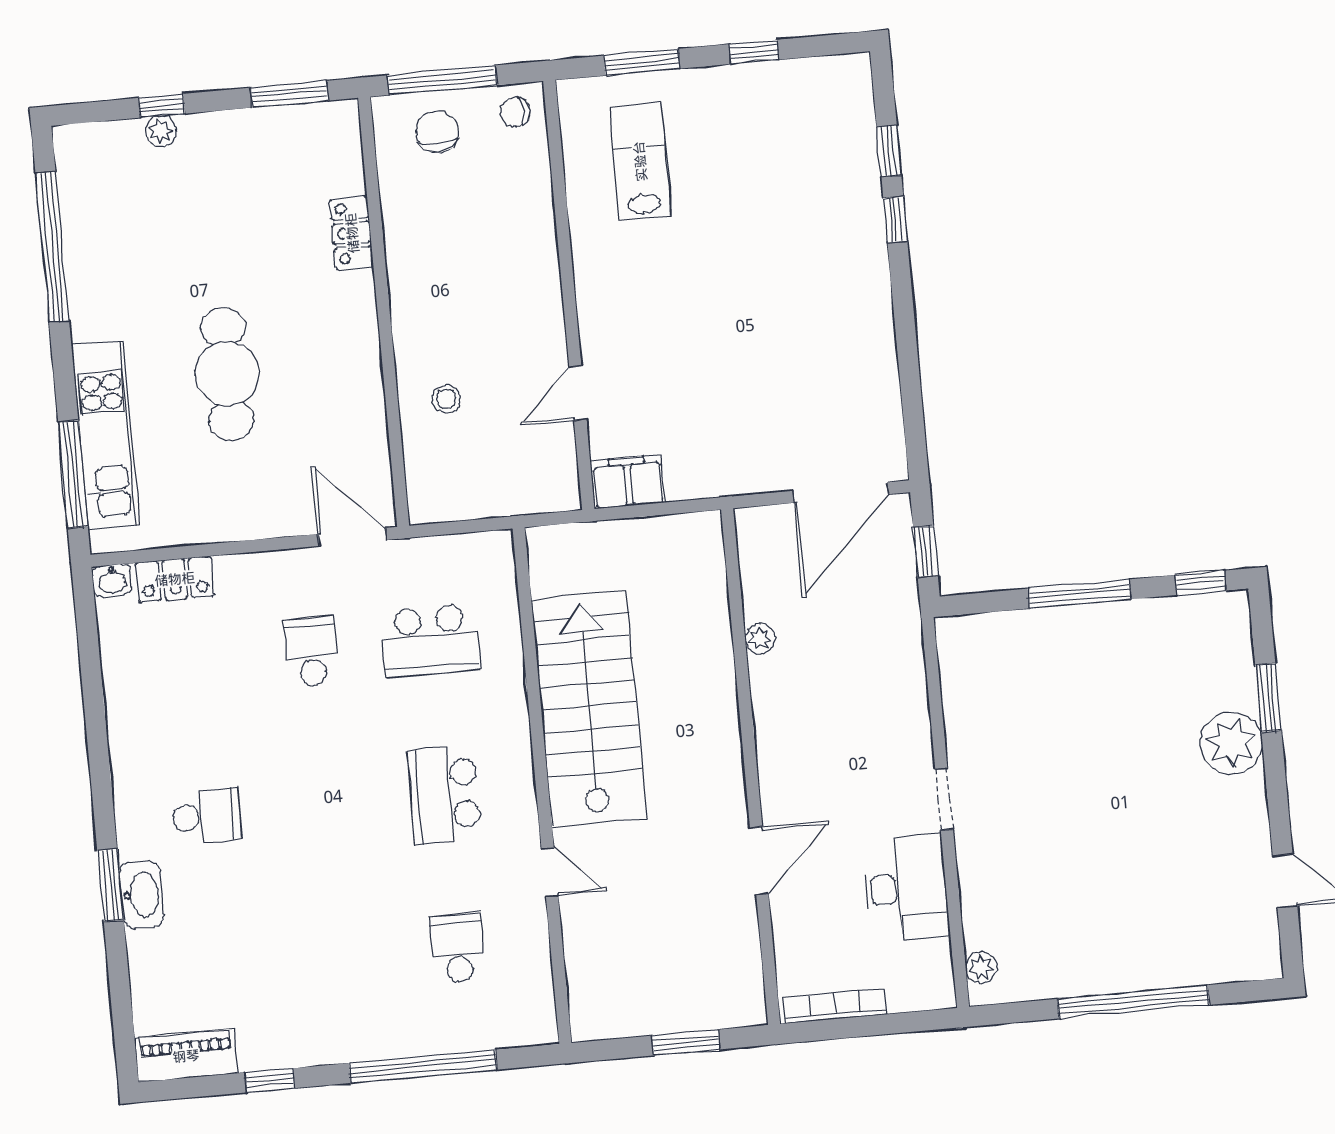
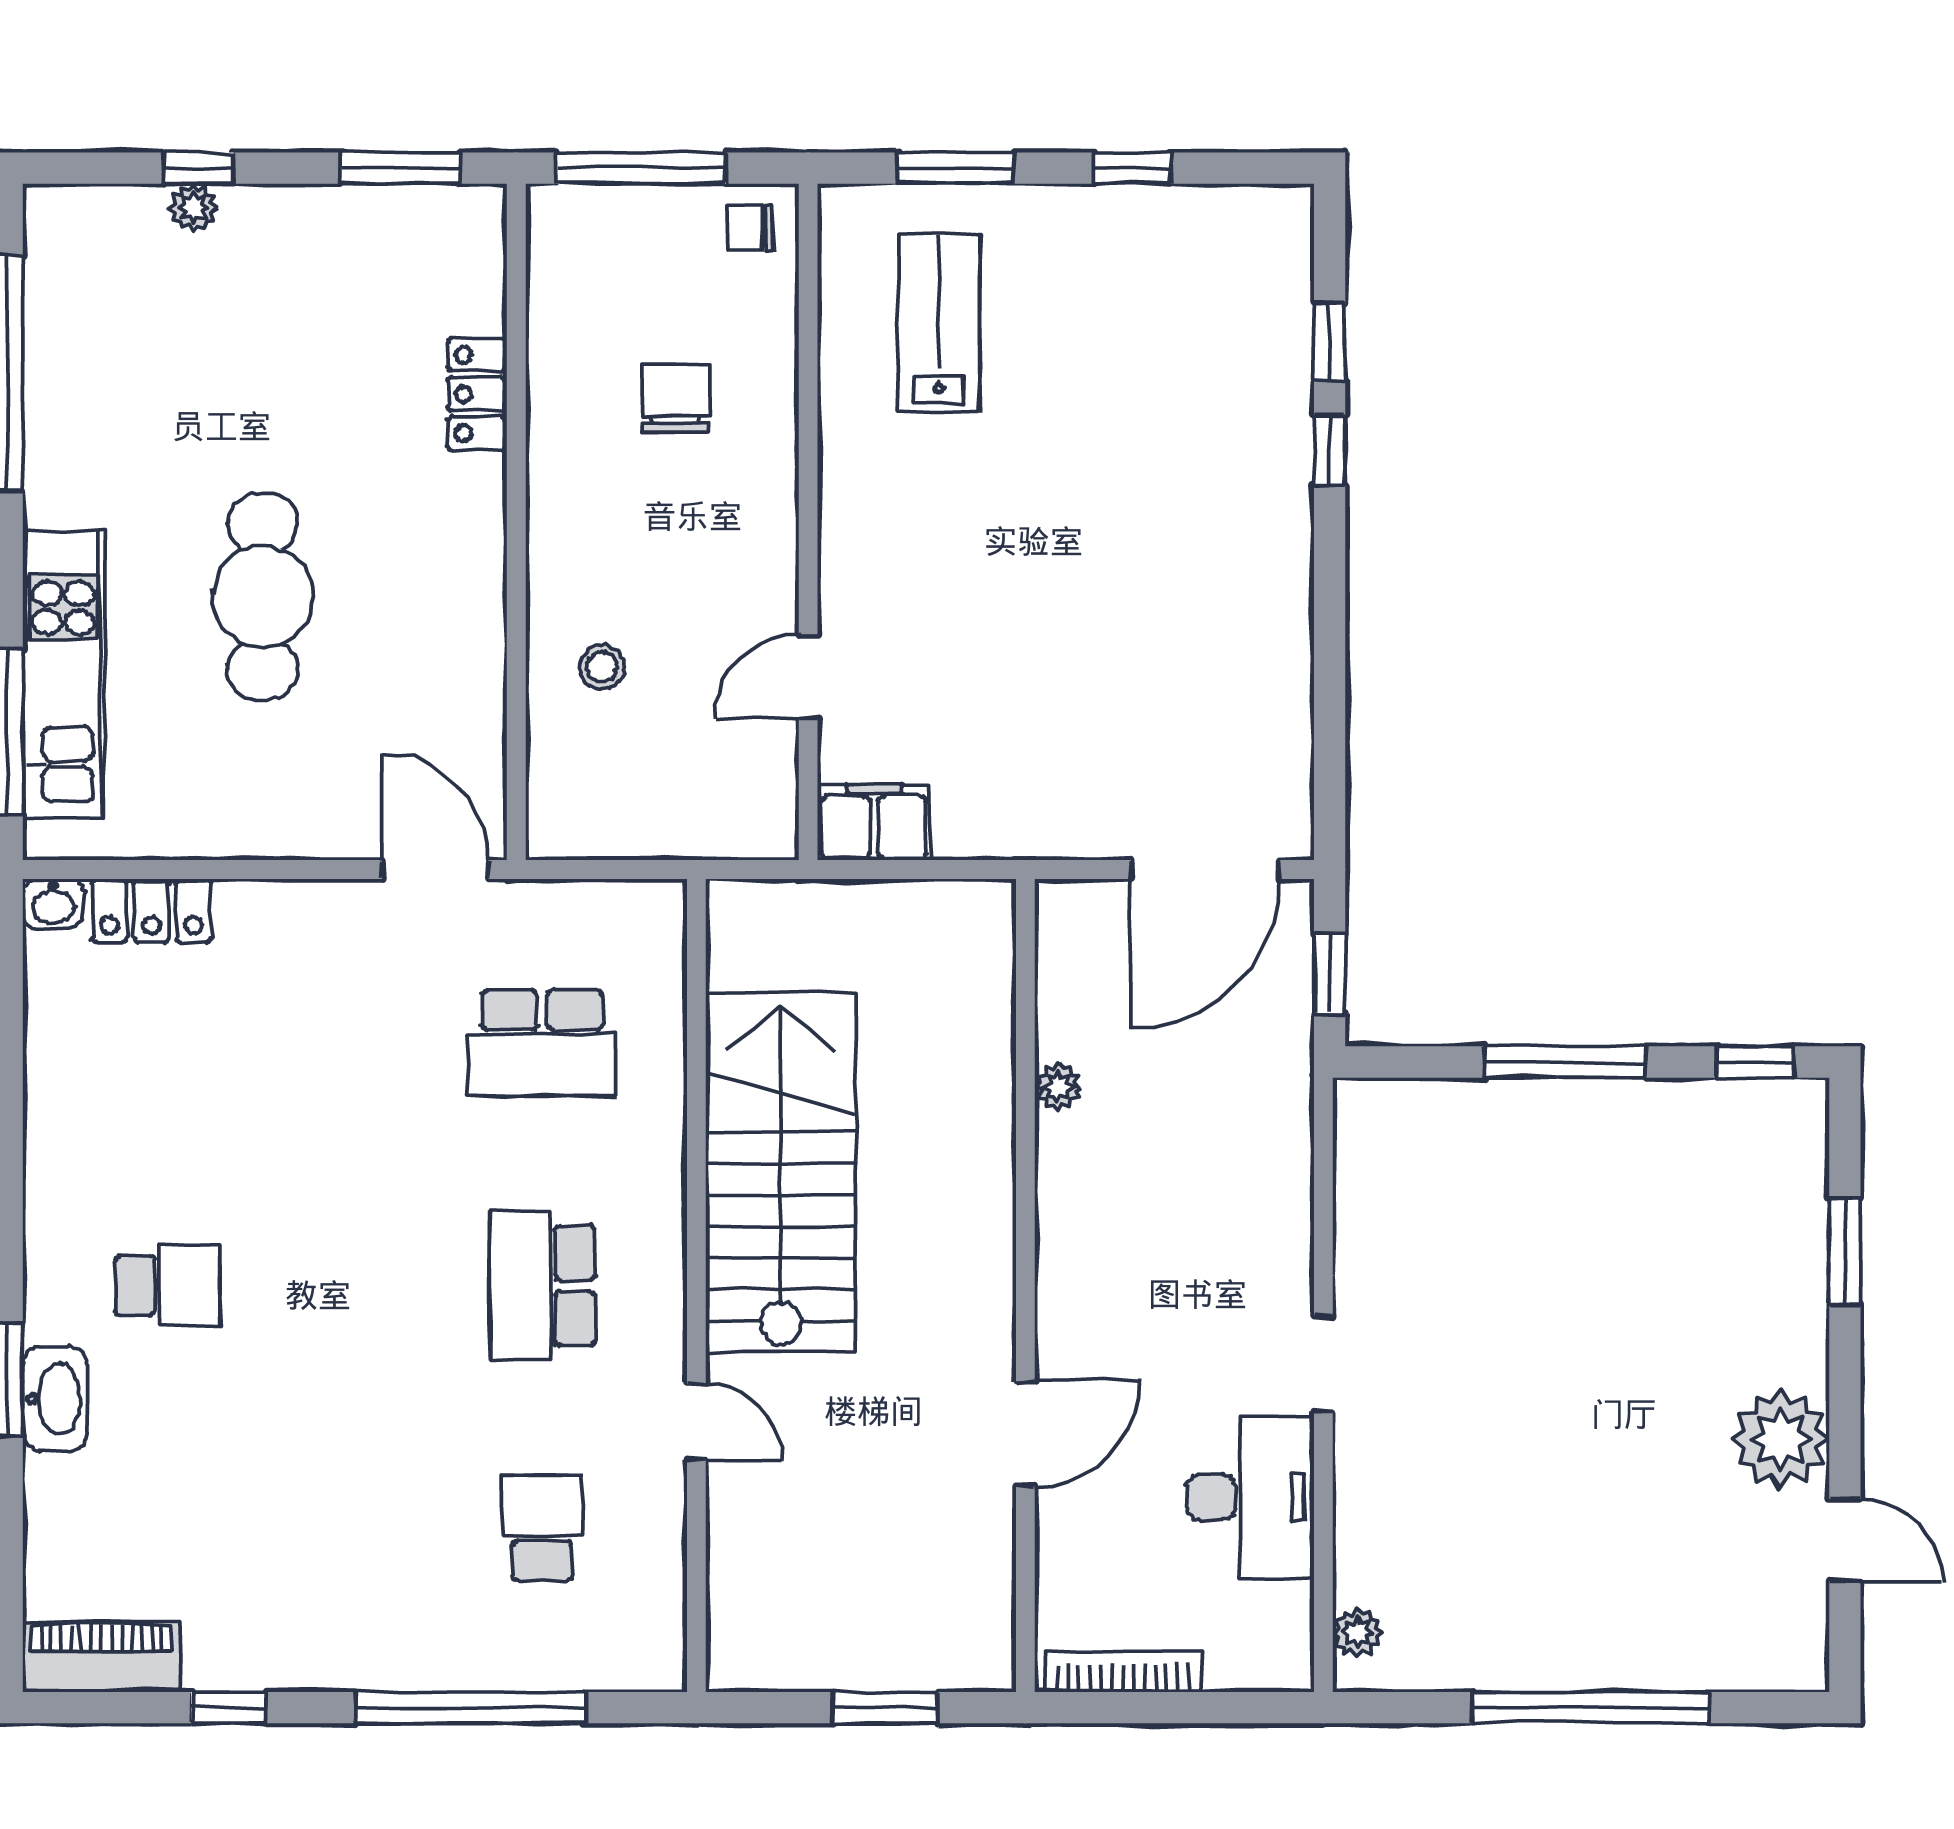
chair: (437, 132) -> (675, 399), moved
school desk: (311, 652) -> (355, 1043), removed
plant: (1231, 743) -> (1780, 1439), moved

